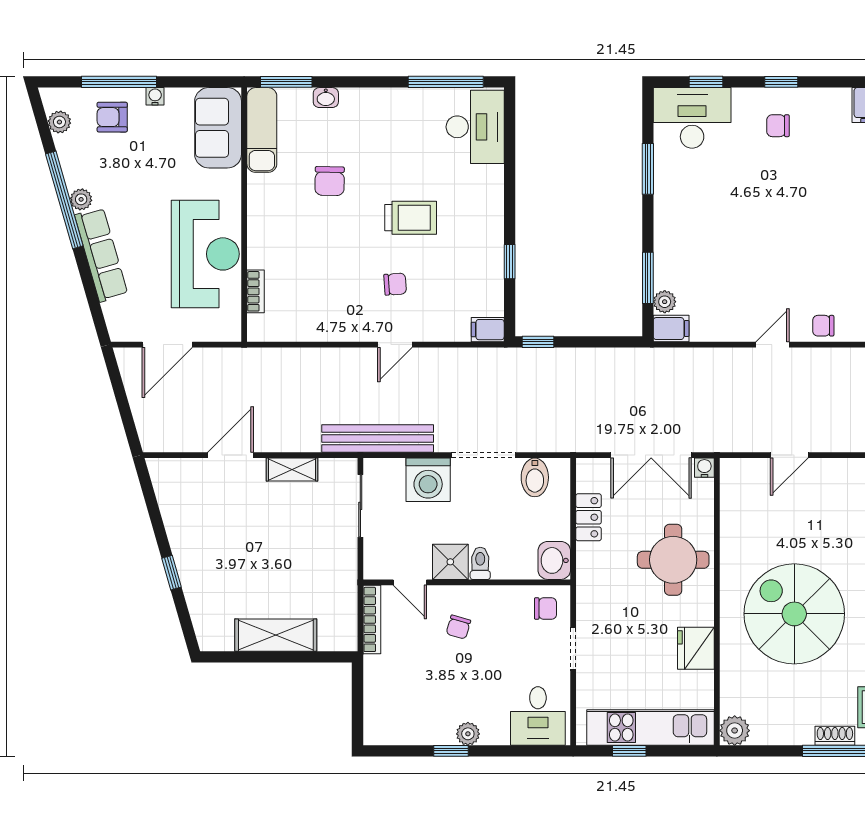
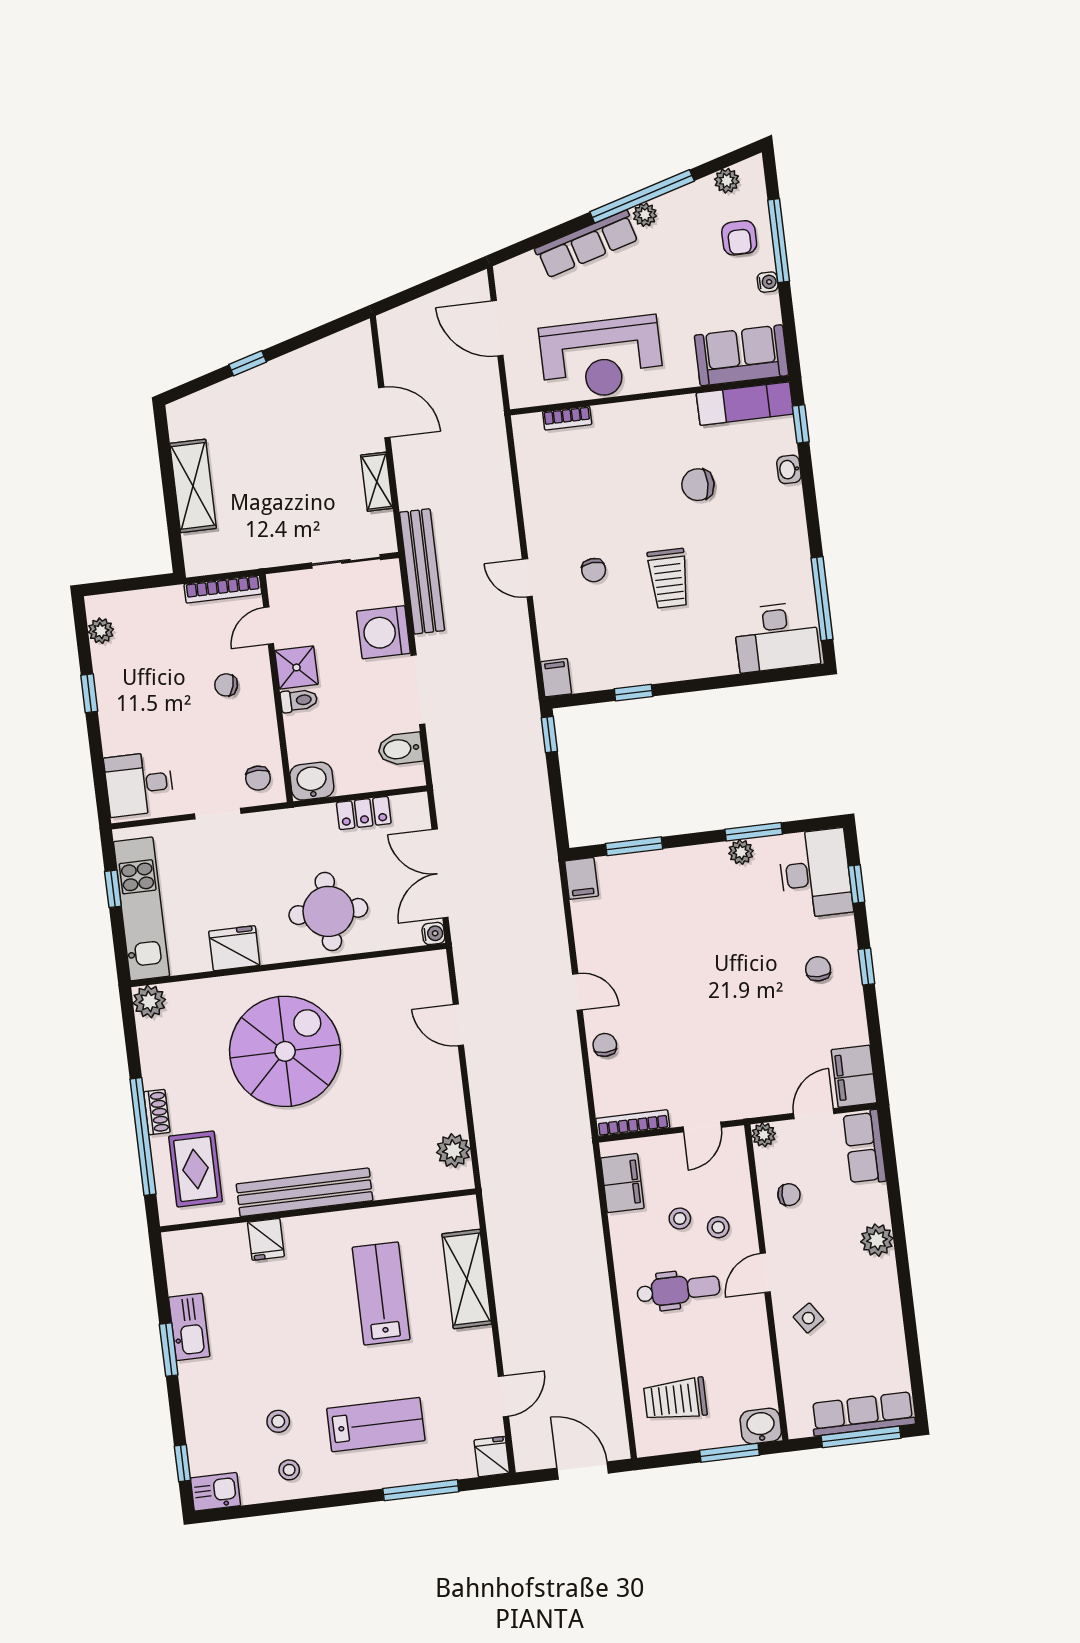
window: (286, 82) -> (801, 424), width x0.67
armchair: (112, 117) -> (739, 238), turned 180
plant: (665, 302) -> (741, 852), moved
plant: (468, 734) -> (101, 631), moved

